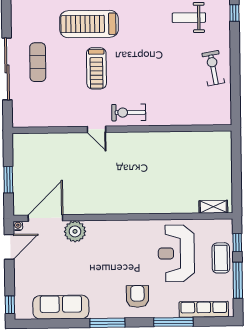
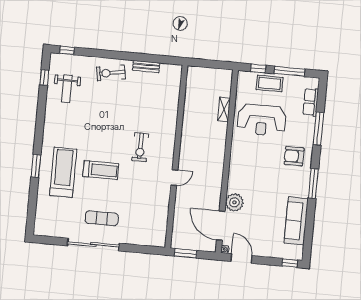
treadmill: (89, 24) -> (63, 172), turned 180
exercise mat: (38, 62) -> (102, 218), moved
bench: (225, 109) -> (146, 66), added
door: (97, 129) -> (174, 178), moved
wall: (122, 129) -> (176, 156), moved
shelving: (213, 207) -> (224, 109), moved
row of seats: (204, 309) -> (311, 102), width x0.68

